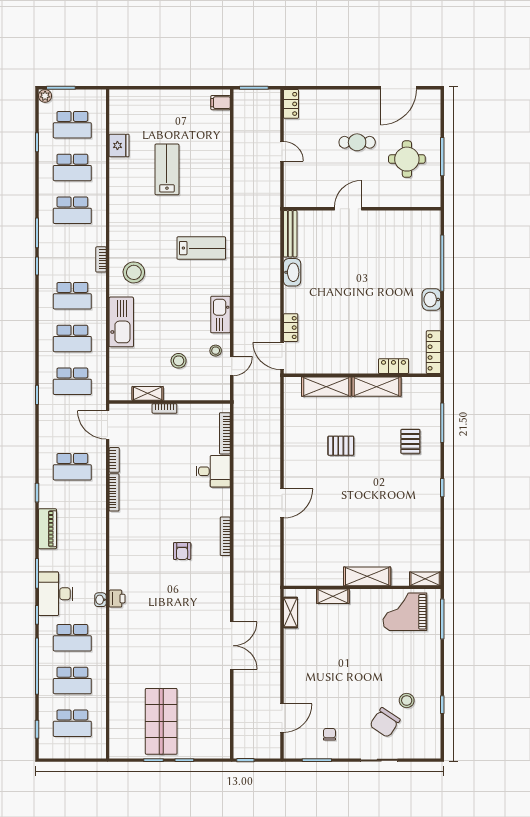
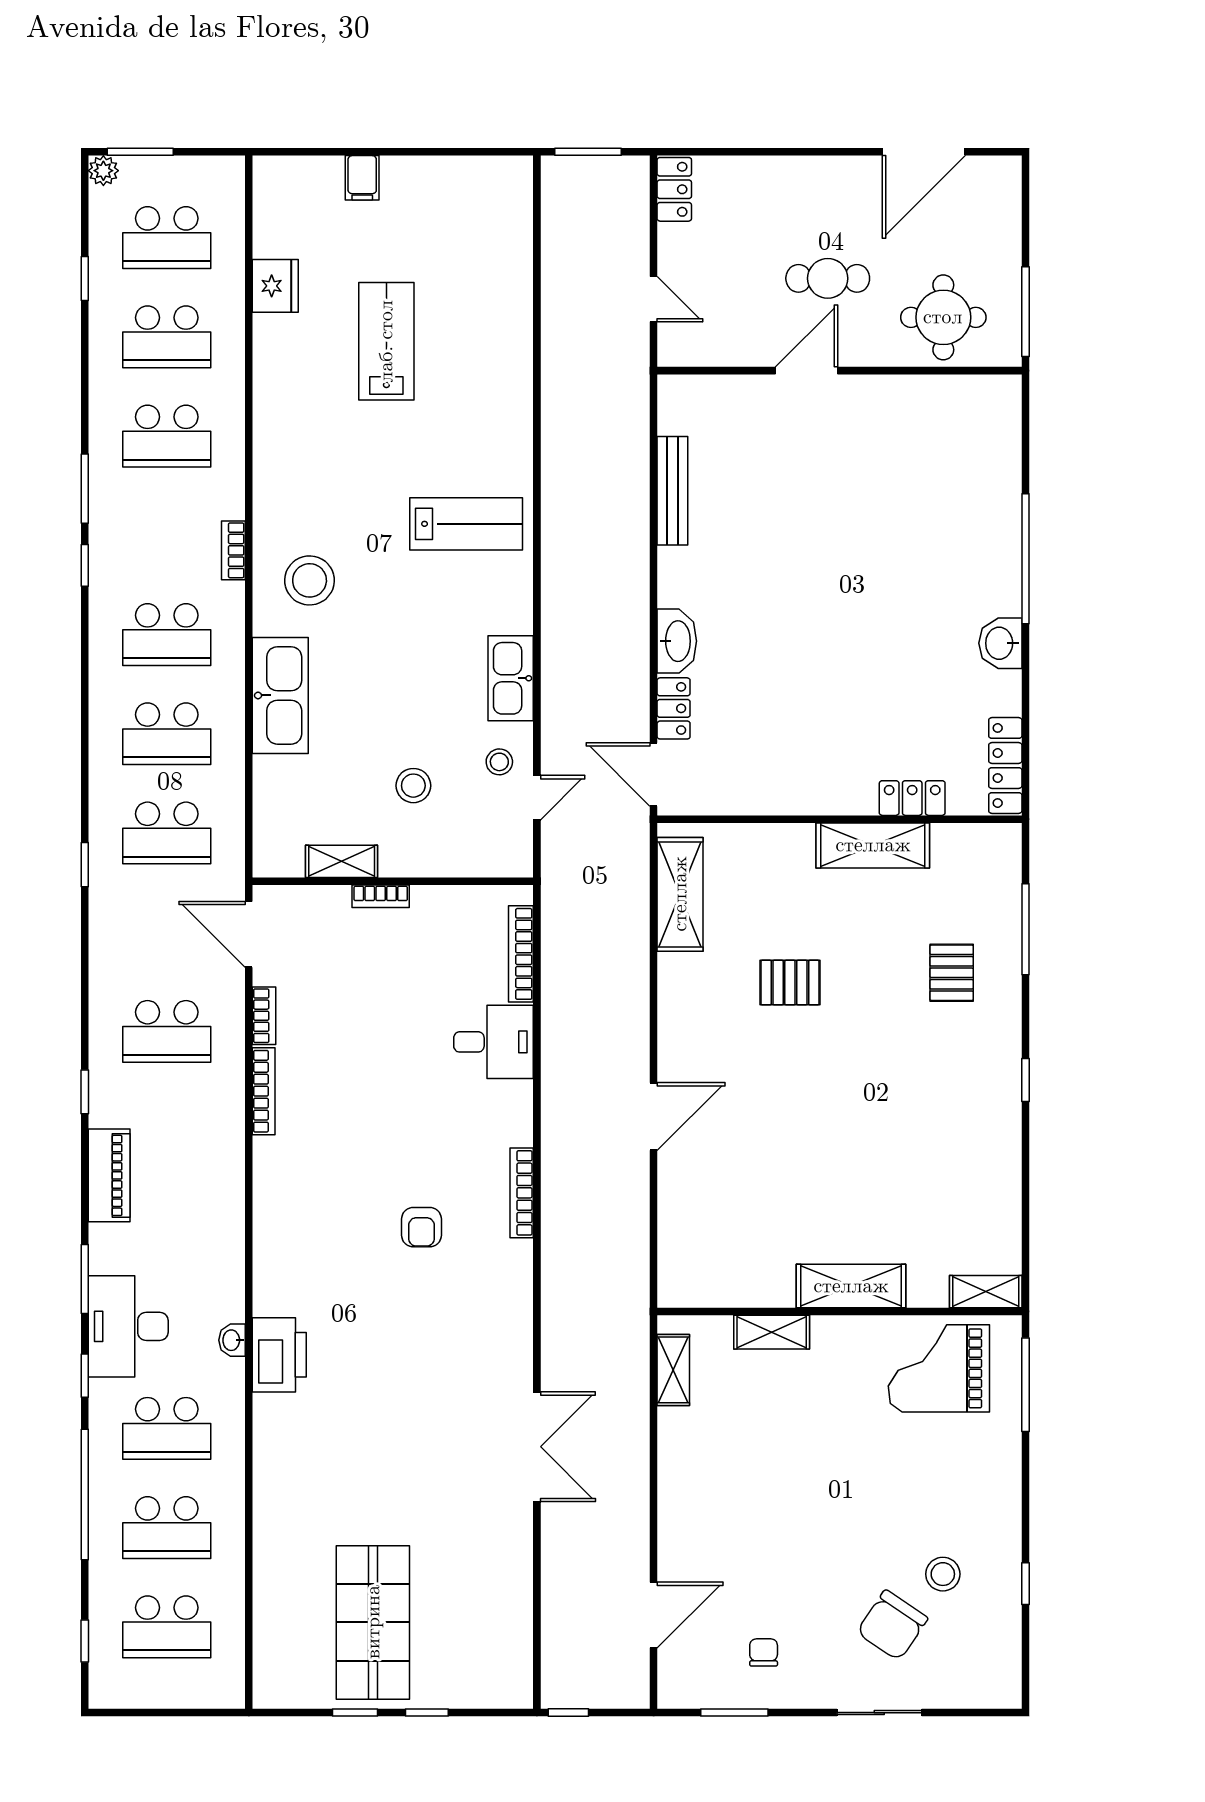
filing cabinet: (221, 103) -> (362, 178), moved, turned -90
door: (348, 209) -> (807, 371), moved
wall: (362, 209) -> (840, 371), moved
washbasin: (292, 272) -> (677, 641), moved
shelving: (326, 387) -> (680, 894), moved, turned 90
printer: (117, 599) -> (279, 1355), width x1.87, depth x1.48

